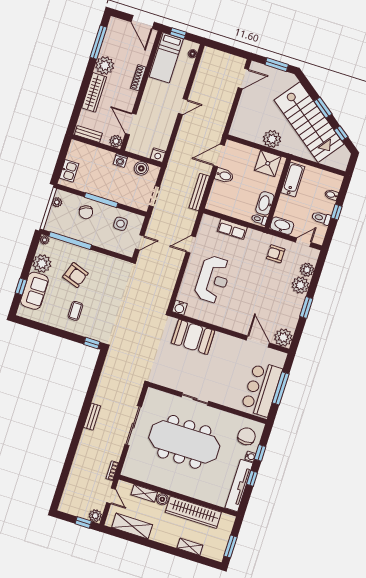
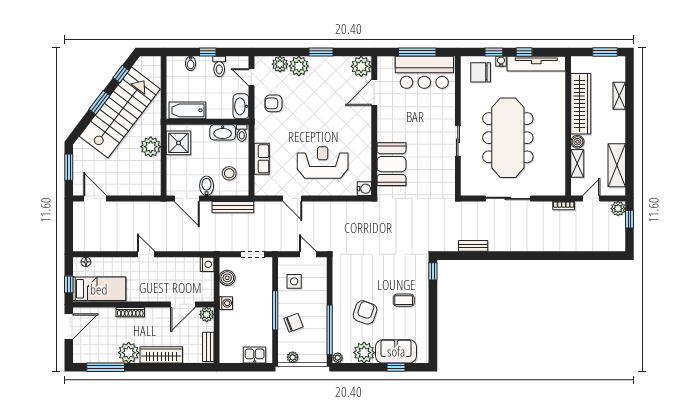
stool: (229, 198) -> (229, 173), added
armchair: (276, 254) -> (273, 103), turned 90
bench: (92, 417) -> (473, 246), moved

